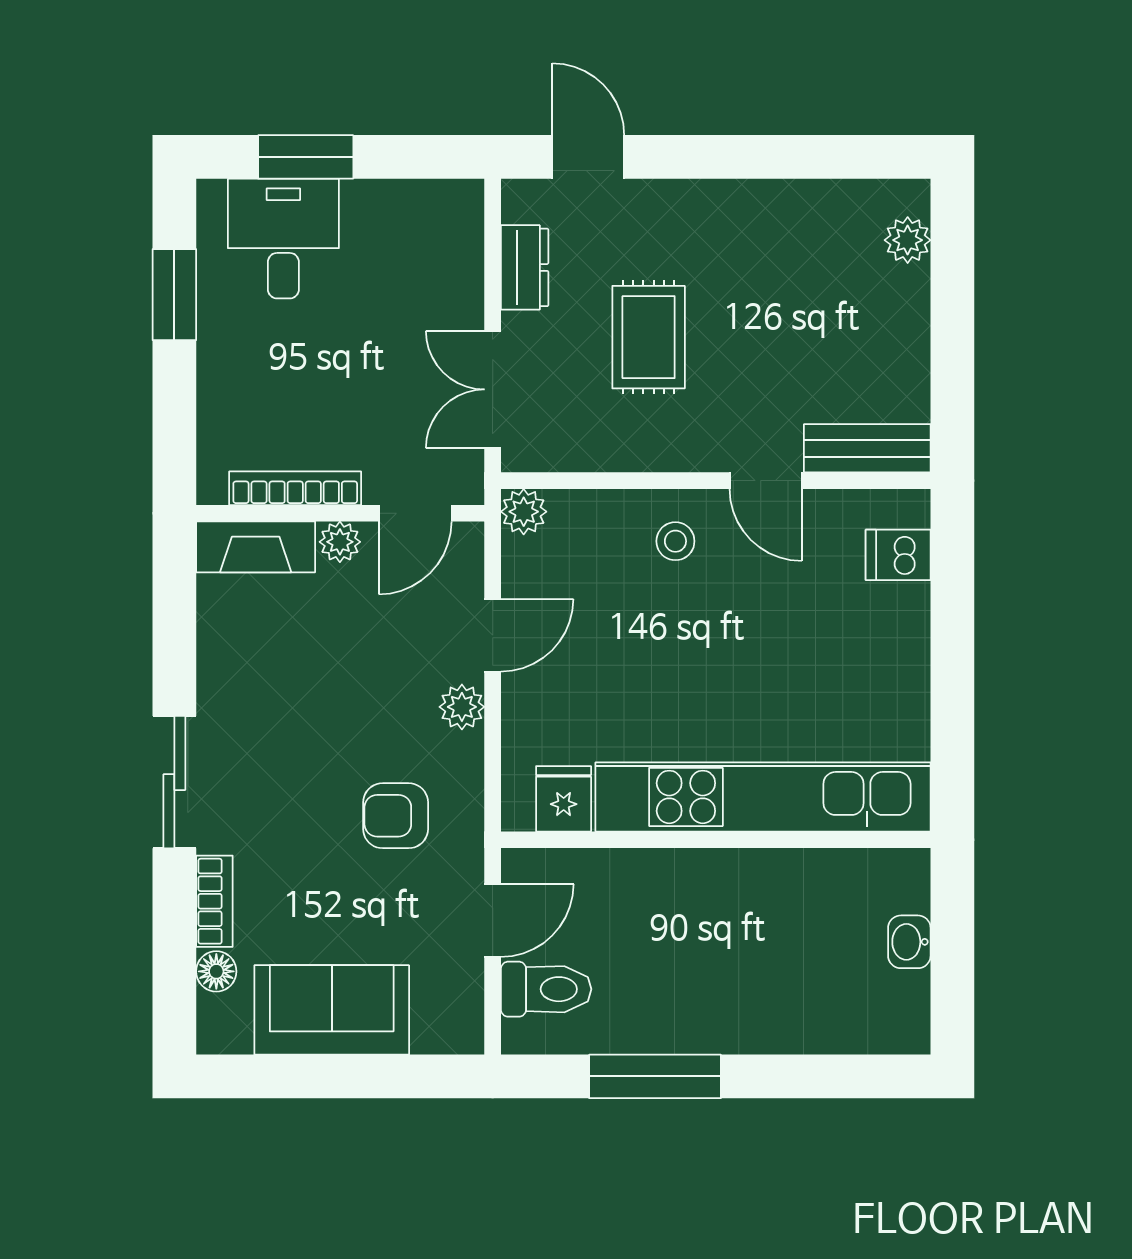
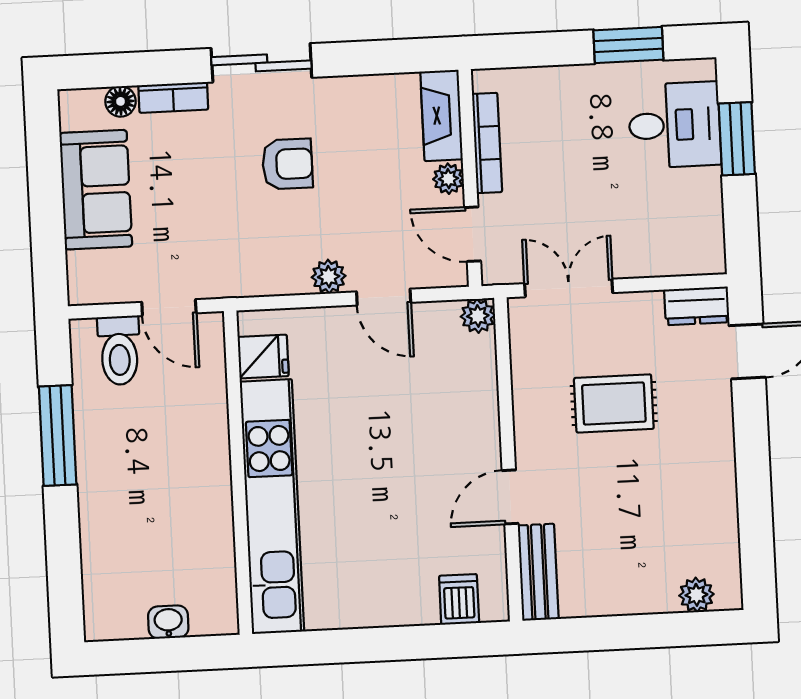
dresser: (525, 267) -> (697, 306), moved
stool: (675, 541) -> (461, 431), removed
armchair: (396, 816) -> (287, 164), moved, turned 90

